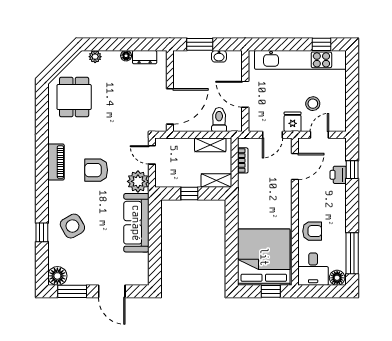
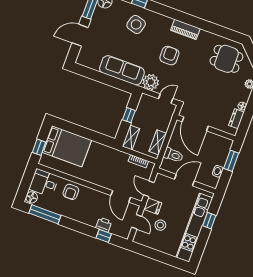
window: (322, 44) -> (209, 221), moved
side table: (72, 226) -> (136, 24), turned 45
bed: (264, 257) -> (67, 146), width x0.73

